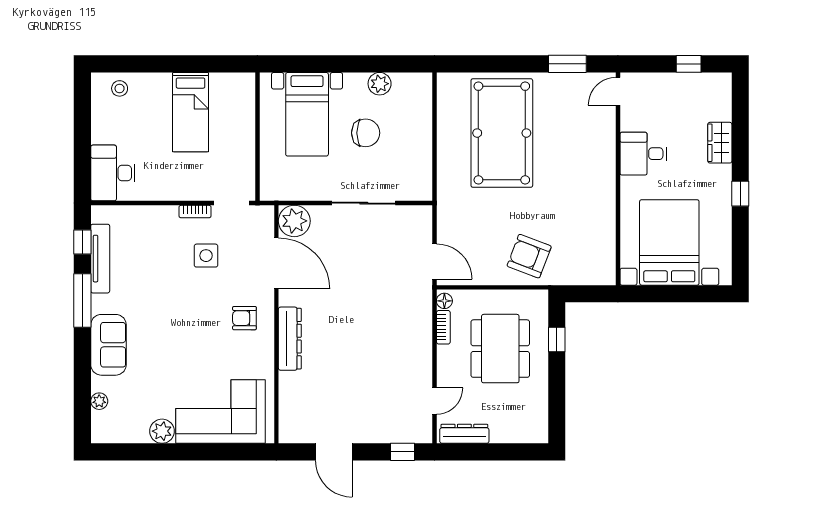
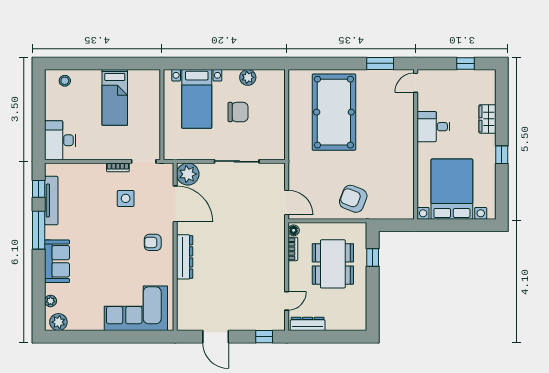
plant: (162, 431) -> (58, 322), moved

